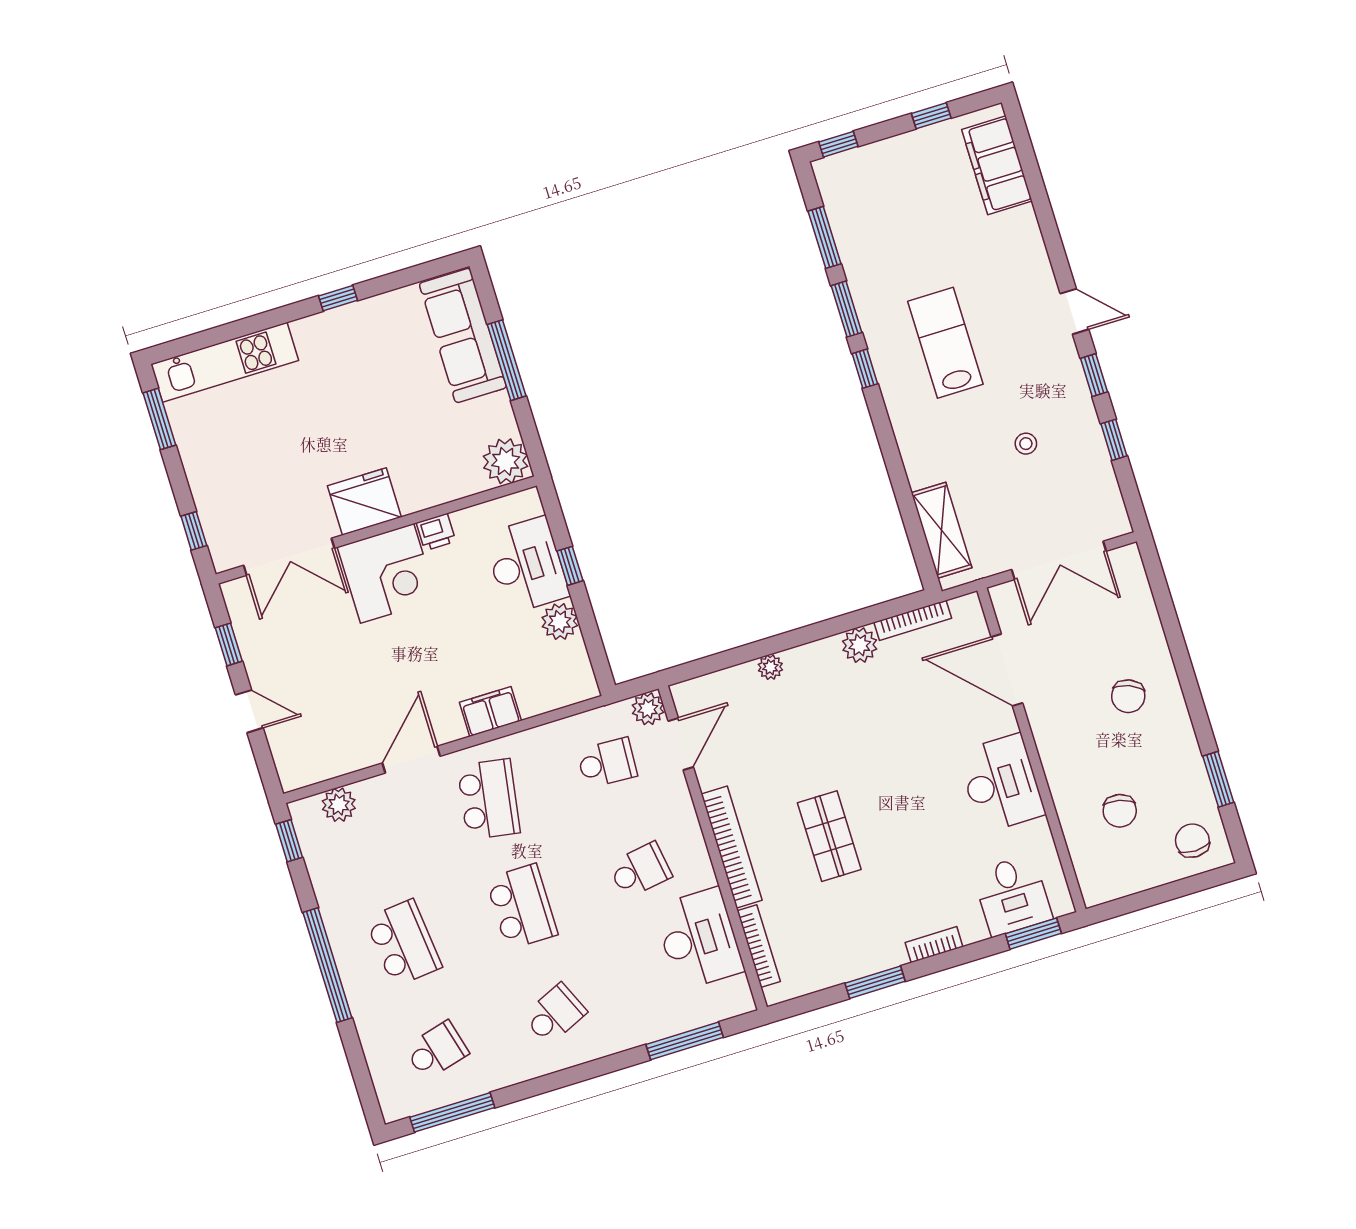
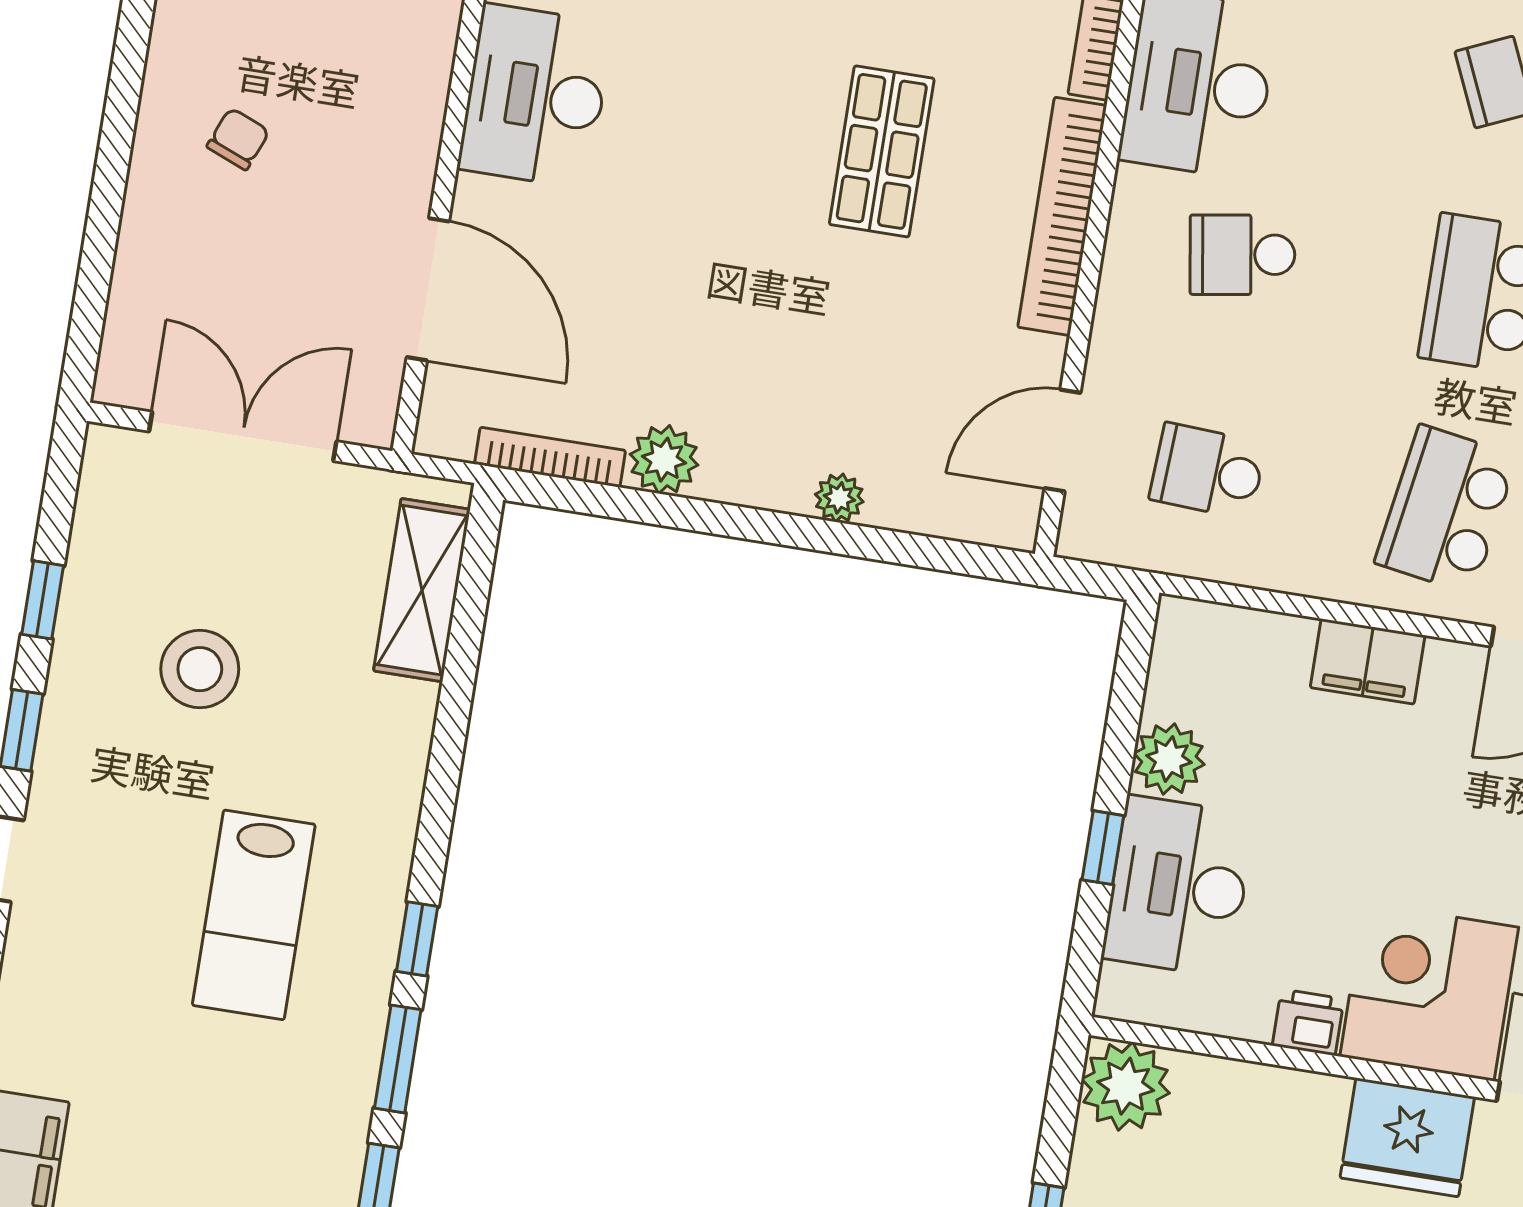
stool: (1026, 444) -> (200, 669), width x1.89, depth x1.89
chair: (1128, 696) -> (238, 139), width x0.73, depth x0.73
plant: (648, 709) -> (1090, 531), removed

